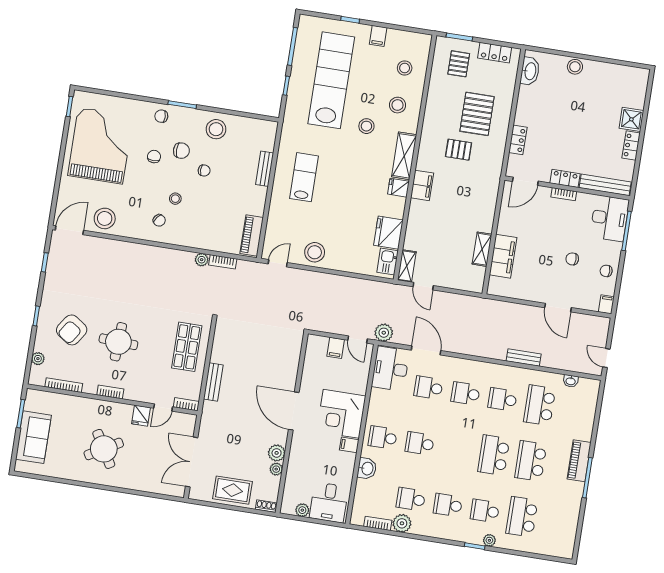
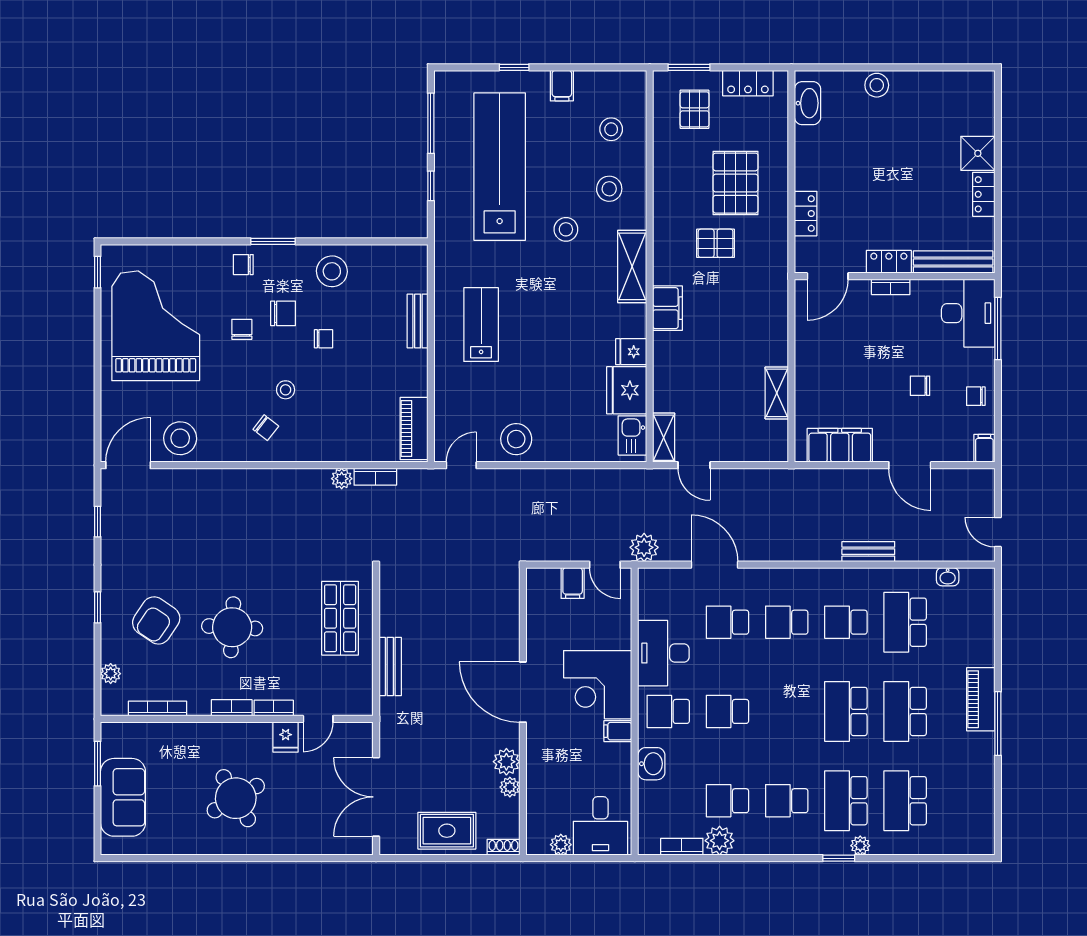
fridge: (398, 188) -> (631, 352), moved
filing cabinet: (503, 256) -> (840, 445), moved, turned -90
desk: (390, 369) -> (663, 653), moved
bookcase: (186, 404) -> (274, 708), moved
school desk: (485, 511) -> (846, 801), width x1.85

